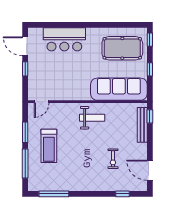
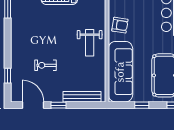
armchair: (76, 90) -> (120, 25), added
window: (150, 116) -> (59, 105), moved
door: (150, 170) -> (33, 105), hinge flipped

